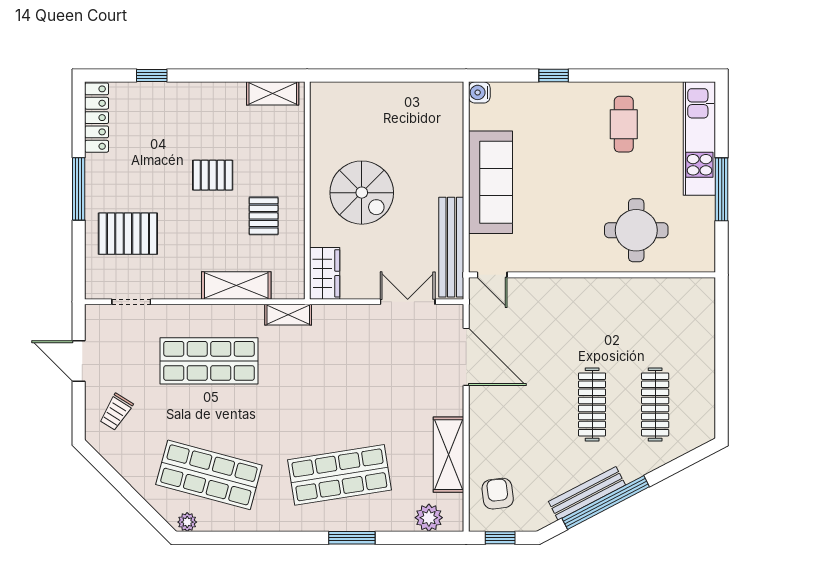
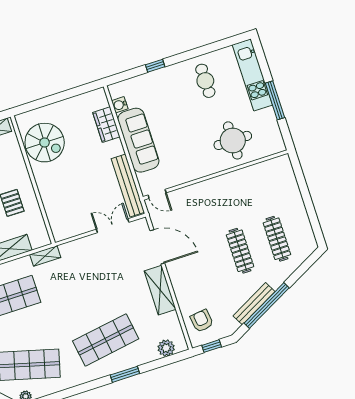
water cooler: (479, 92) -> (120, 105), moved
spiral stairs: (362, 193) -> (45, 143), moved
wardrobe: (325, 273) -> (106, 125), moved, turned 180
shelving: (449, 455) -> (160, 290), moved

